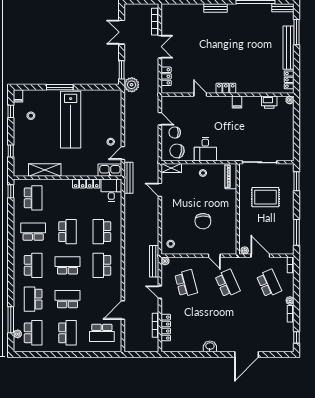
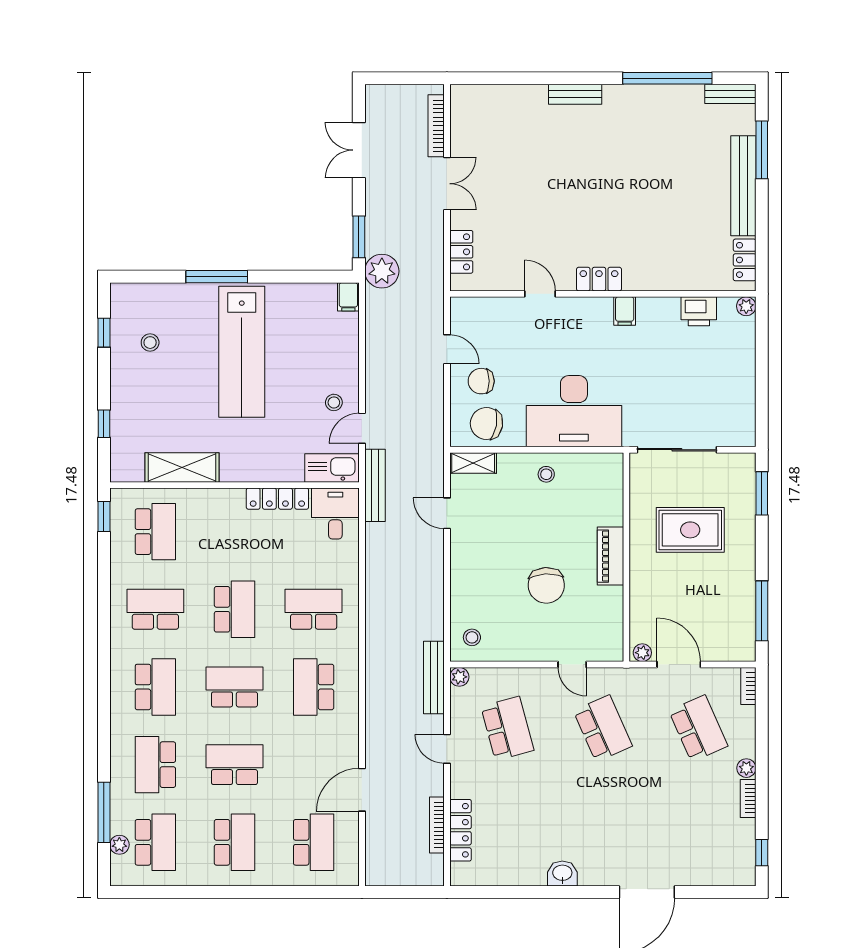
filing cabinet: (18, 96) -> (348, 297), moved
desk: (205, 149) -> (574, 411), width x1.87, depth x1.30
piano: (231, 176) -> (611, 556), moved
school desk: (102, 232) -> (314, 609), turned 90
school desk: (102, 333) -> (314, 842), turned -90

